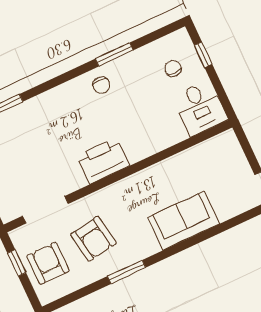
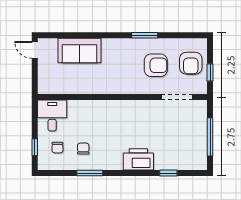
chair: (101, 85) -> (83, 149), moved
printer: (103, 161) -> (138, 159), moved, turned 180
sofa: (183, 221) -> (79, 51), moved
armchair: (93, 239) -> (156, 65), turned 99

